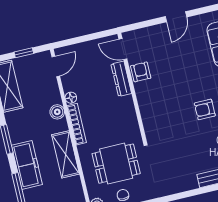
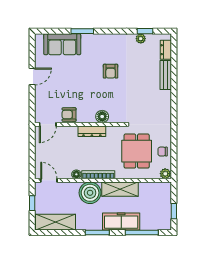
door: (176, 17) -> (32, 77), hinge flipped
dresser: (121, 79) -> (92, 131), moved
boiler: (57, 112) -> (90, 193), width x1.86, depth x1.86
floor lamp: (148, 112) -> (102, 117), added

